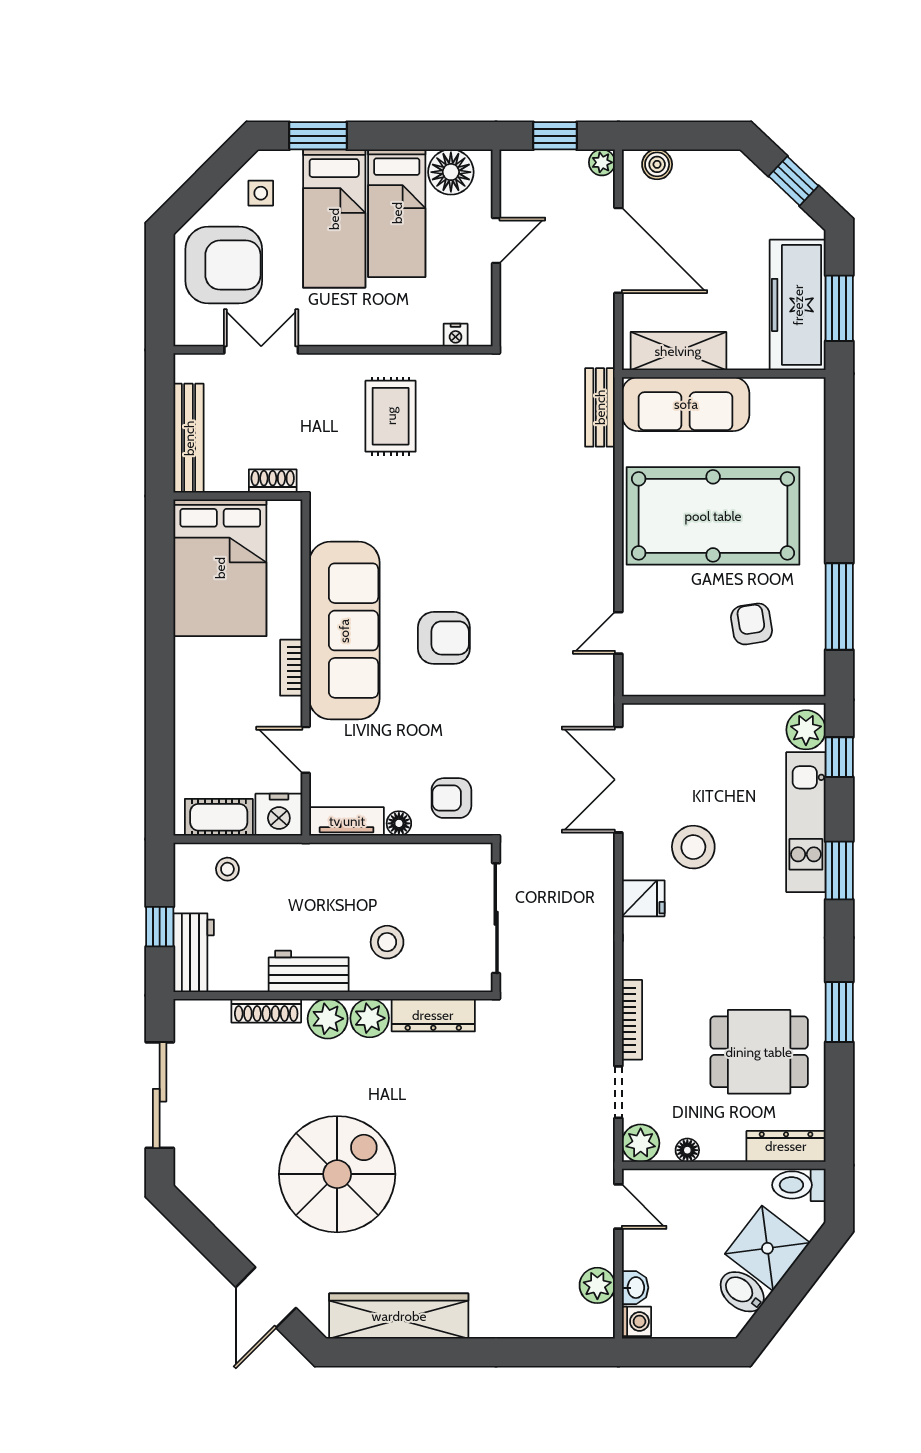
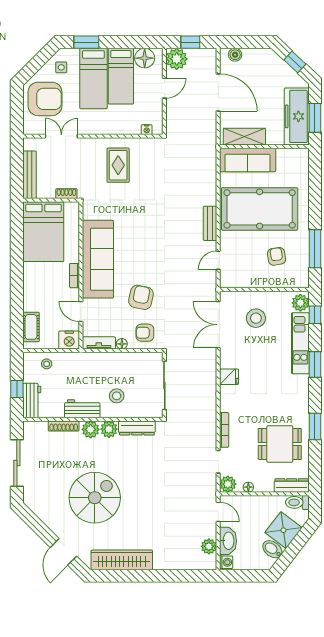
plant: (602, 162) -> (177, 59), moved, width x1.88, depth x1.88
bench: (600, 407) -> (210, 223), moved
armchair: (444, 638) -> (141, 297), moved, turned -78
cot: (219, 817) -> (31, 327), moved, turned 90
stool: (693, 847) -> (256, 318), moved
washbasin: (635, 1288) -> (228, 541), width x1.91, depth x1.45

